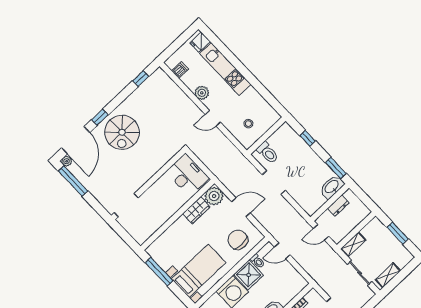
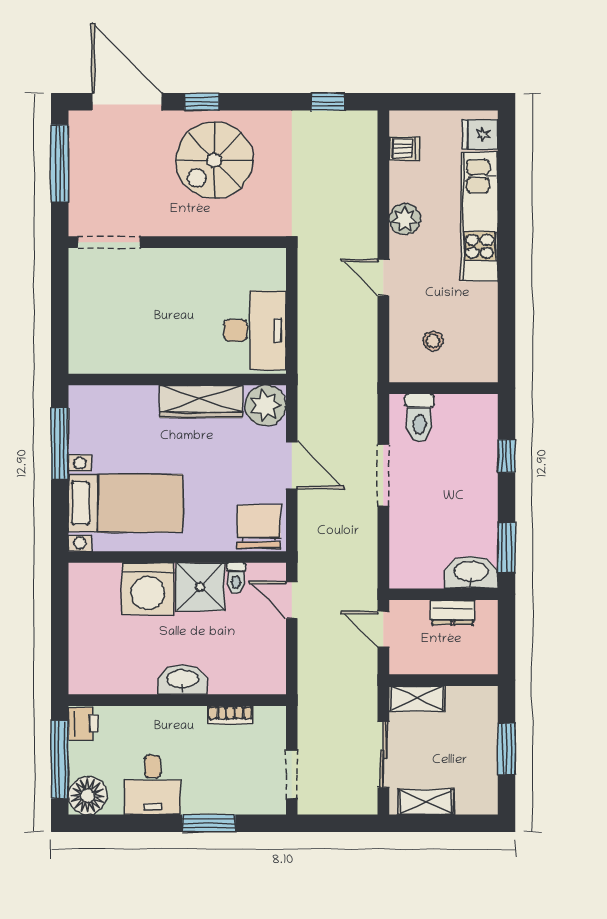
door: (76, 140) -> (127, 102), swing flipped
plant: (67, 161) -> (80, 122), removed
wall: (148, 184) -> (177, 242), moved
doorway: (126, 205) -> (109, 242), moved
wardrobe: (196, 210) -> (201, 401), width x1.50
chair: (238, 240) -> (259, 527), moved

